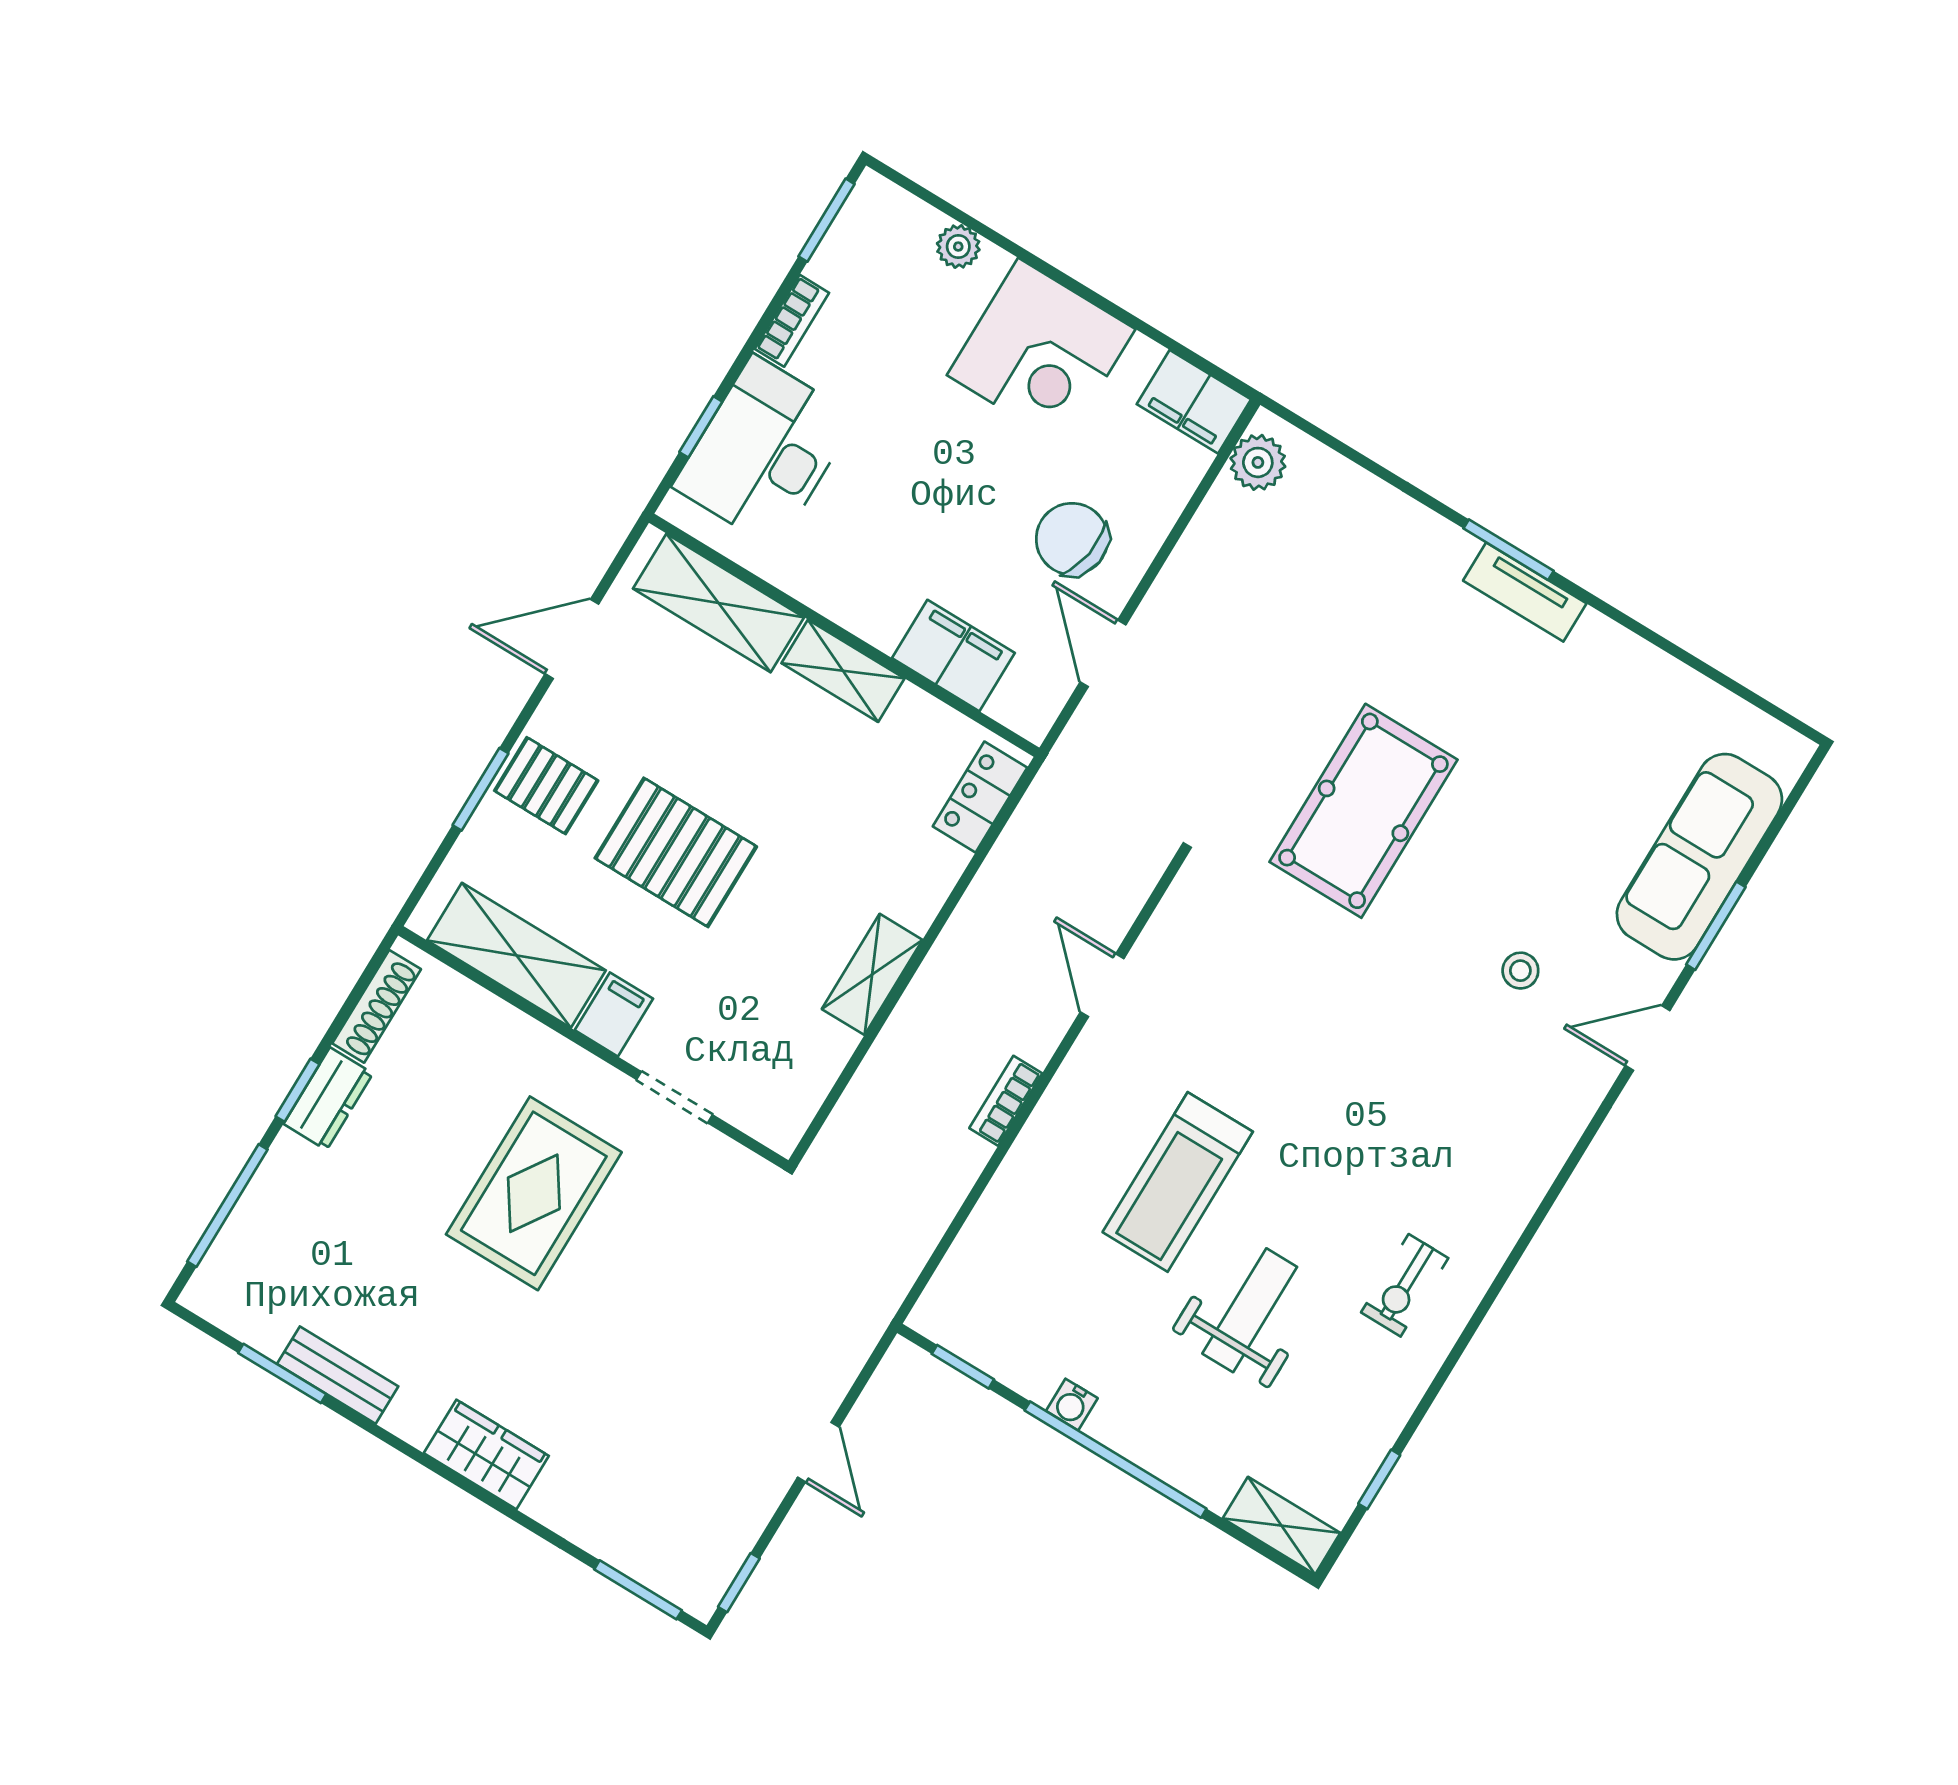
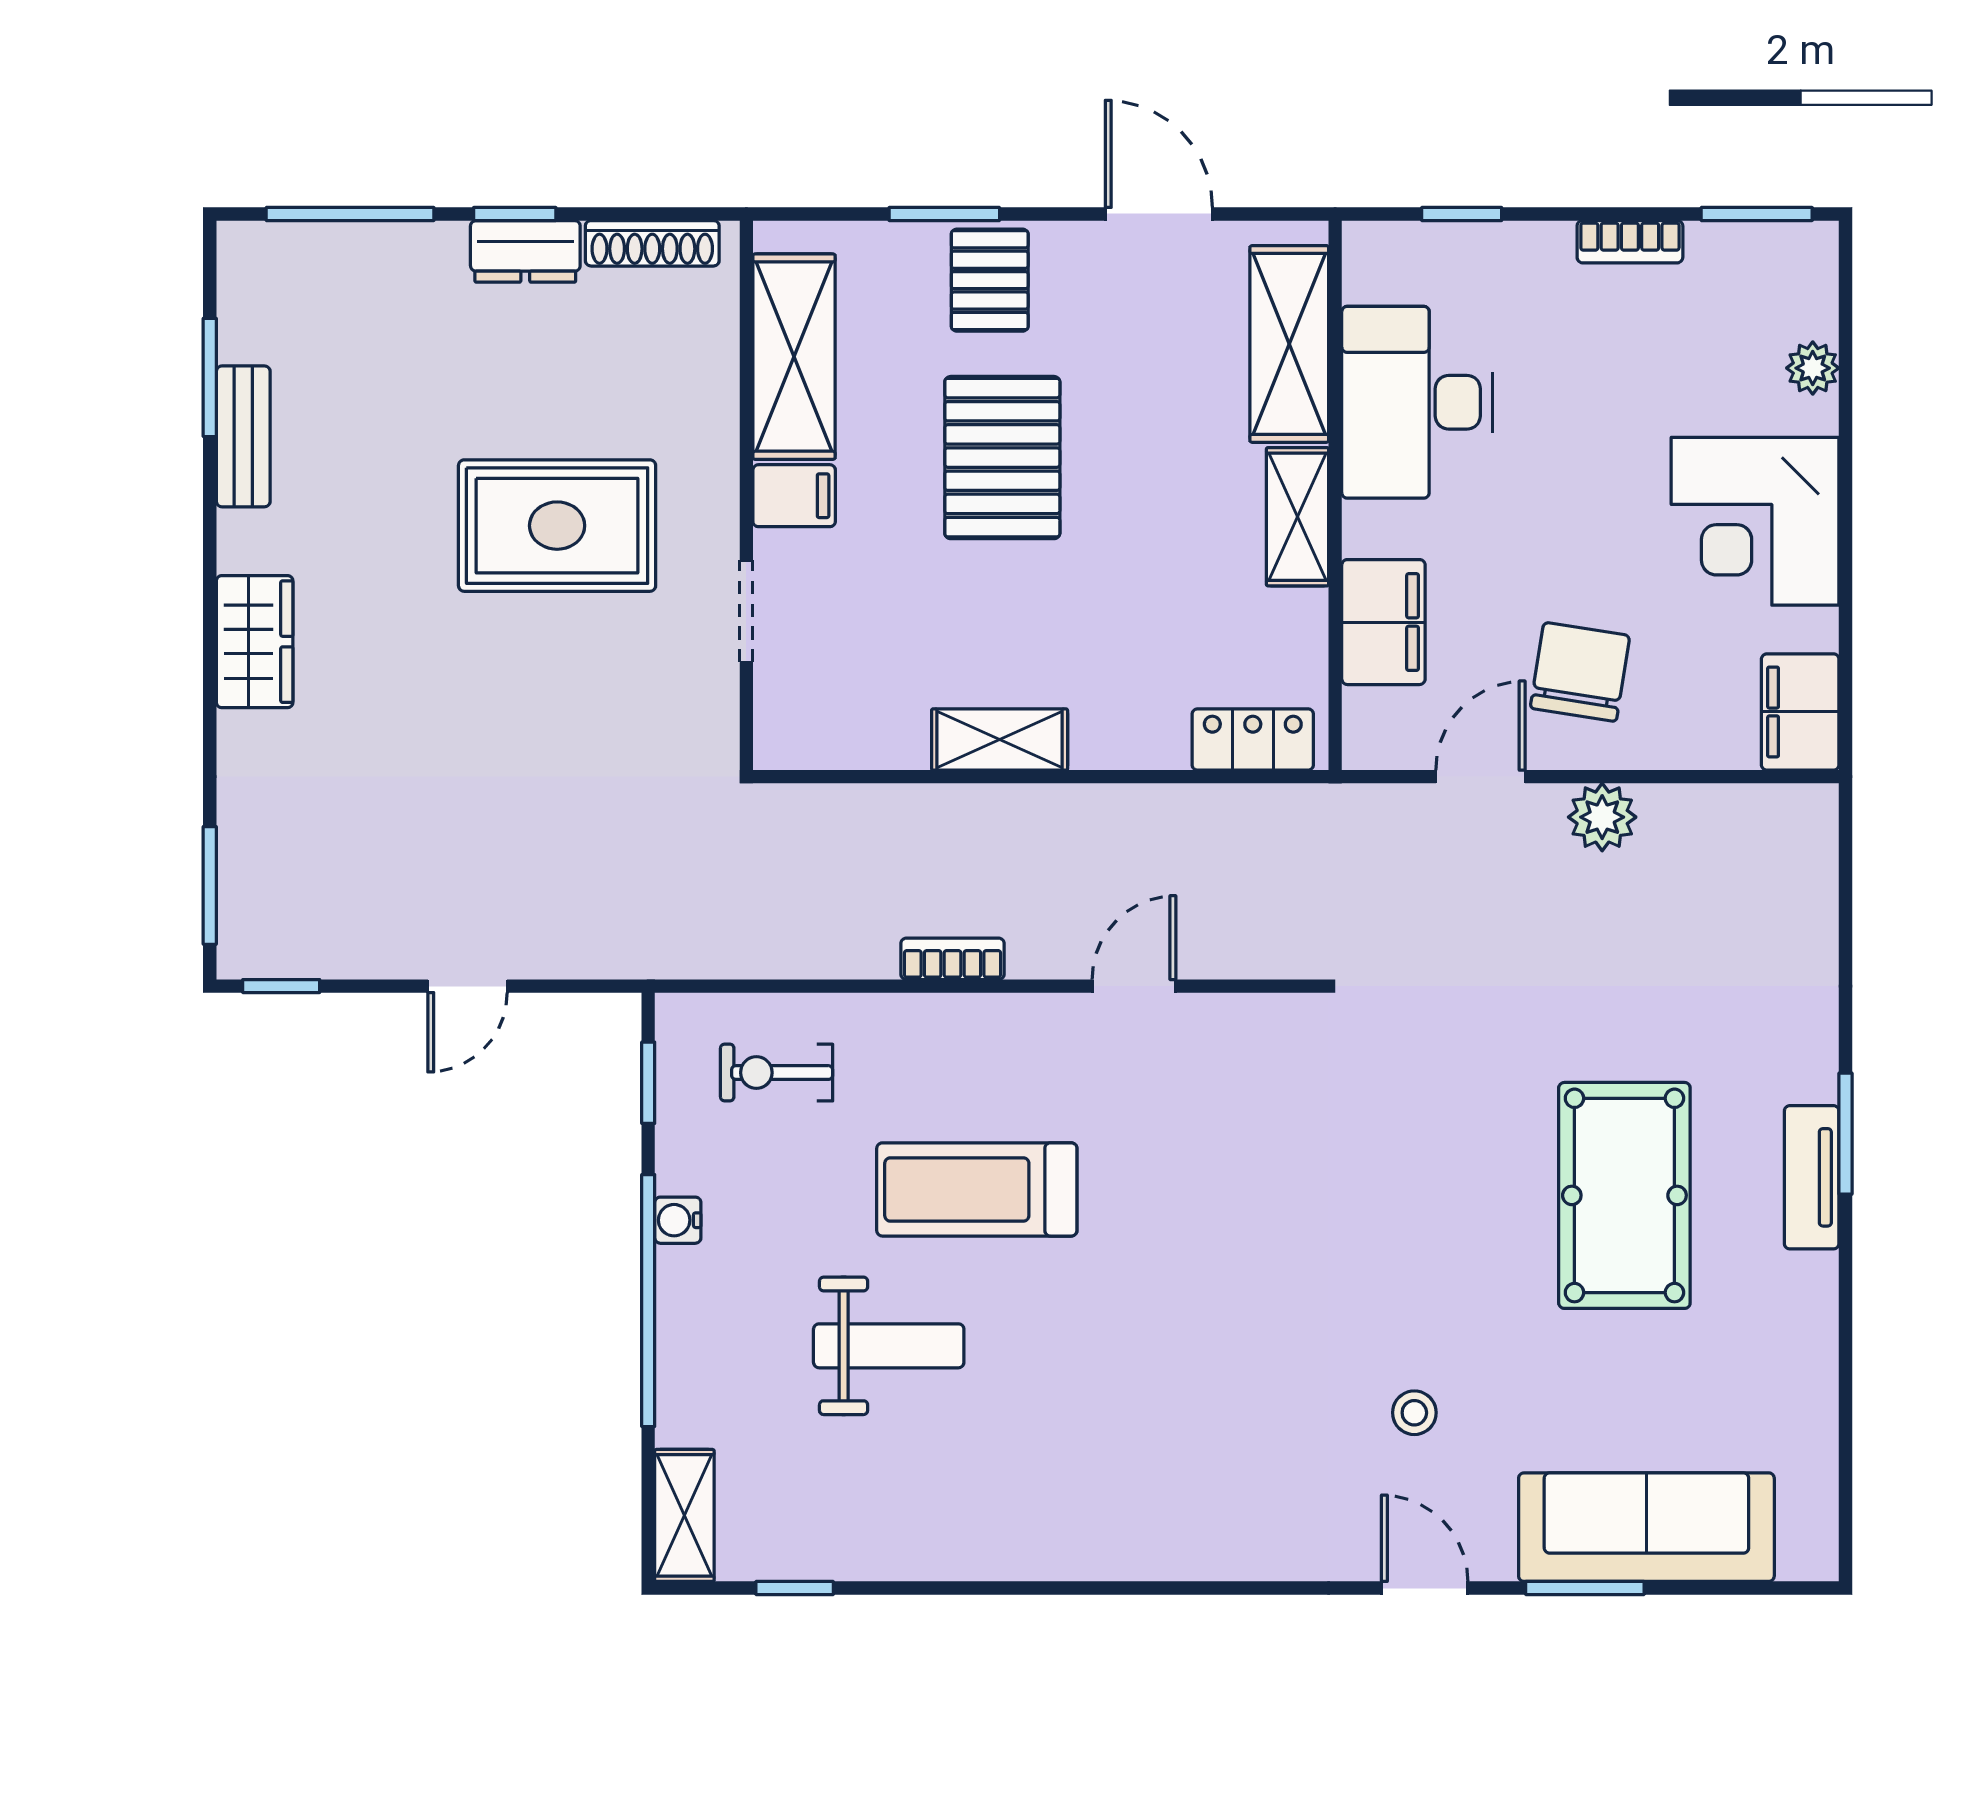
desk: (764, 452) -> (1417, 402), moved, turned -90
plant: (1258, 462) -> (1602, 817), moved
pool table: (1363, 811) -> (1624, 1195), moved, turned 90
exercise bike: (1405, 1285) -> (777, 1073), moved

